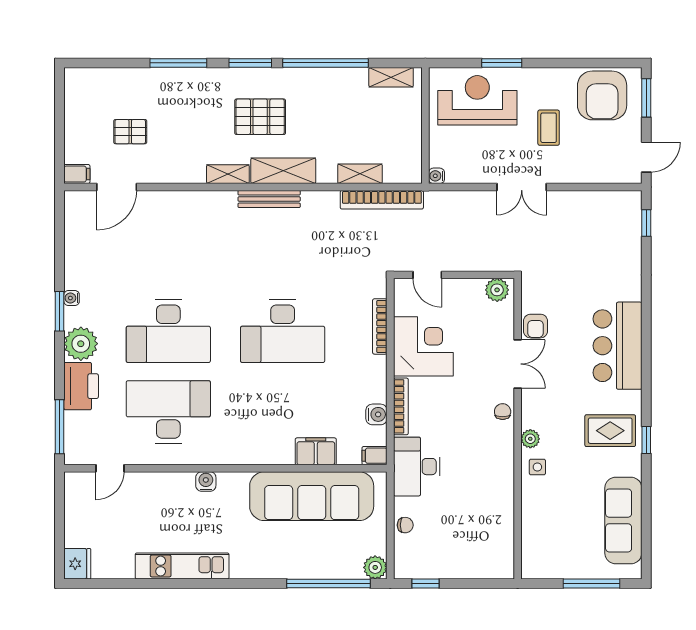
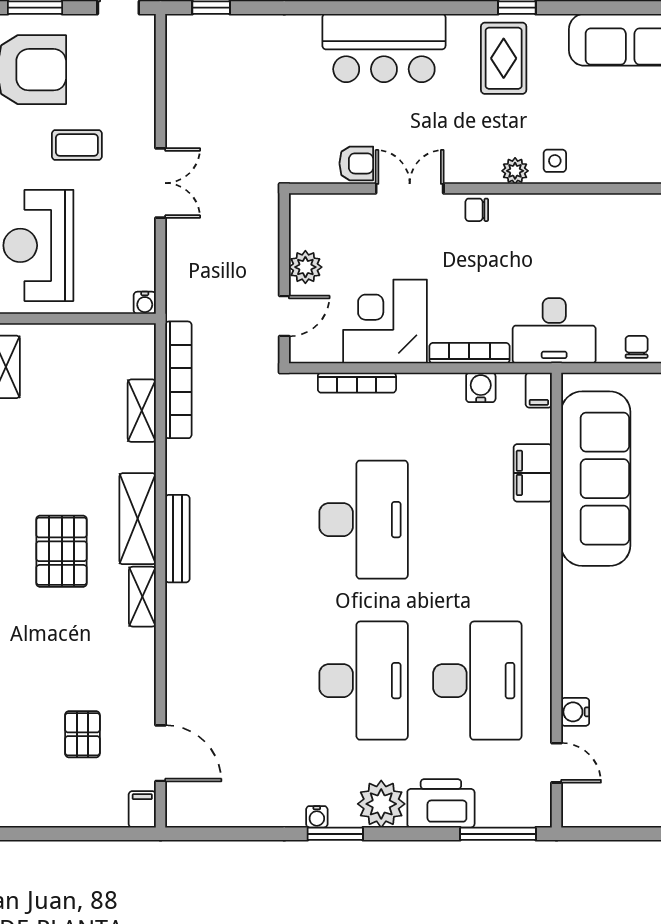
plant: (497, 290) -> (305, 267), moved
desk: (168, 412) -> (477, 681), turned 180
water cooler: (206, 481) -> (575, 712), moved

